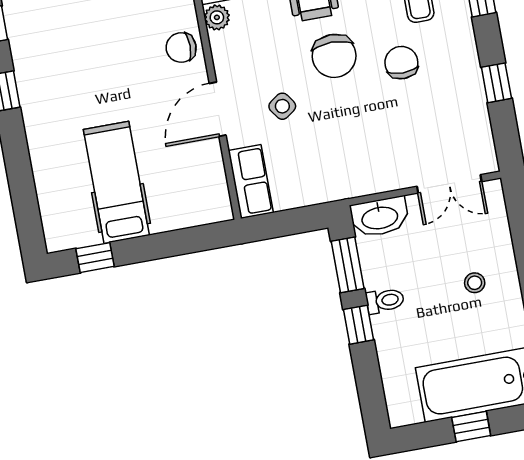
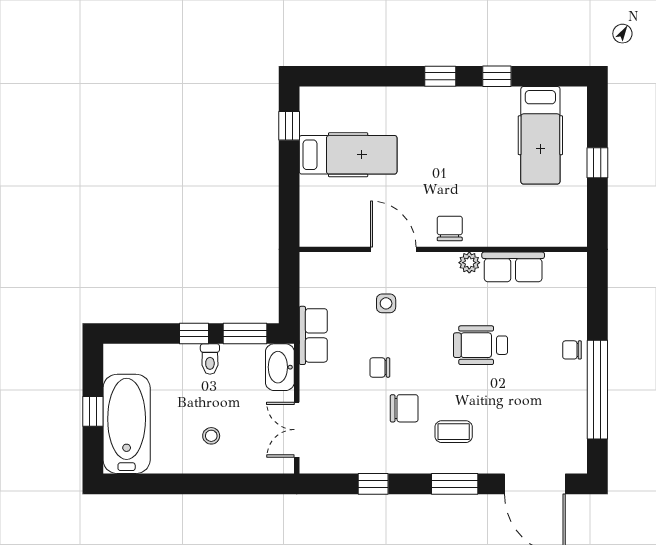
chair: (334, 56) -> (380, 367), moved, width x0.54, depth x0.54
side table: (282, 106) -> (386, 303), turned 35
row of seats: (251, 182) -> (313, 335), moved, turned -90

